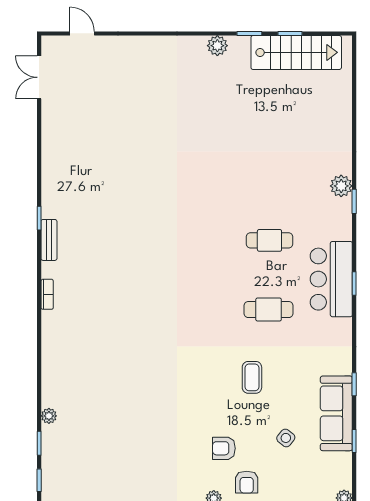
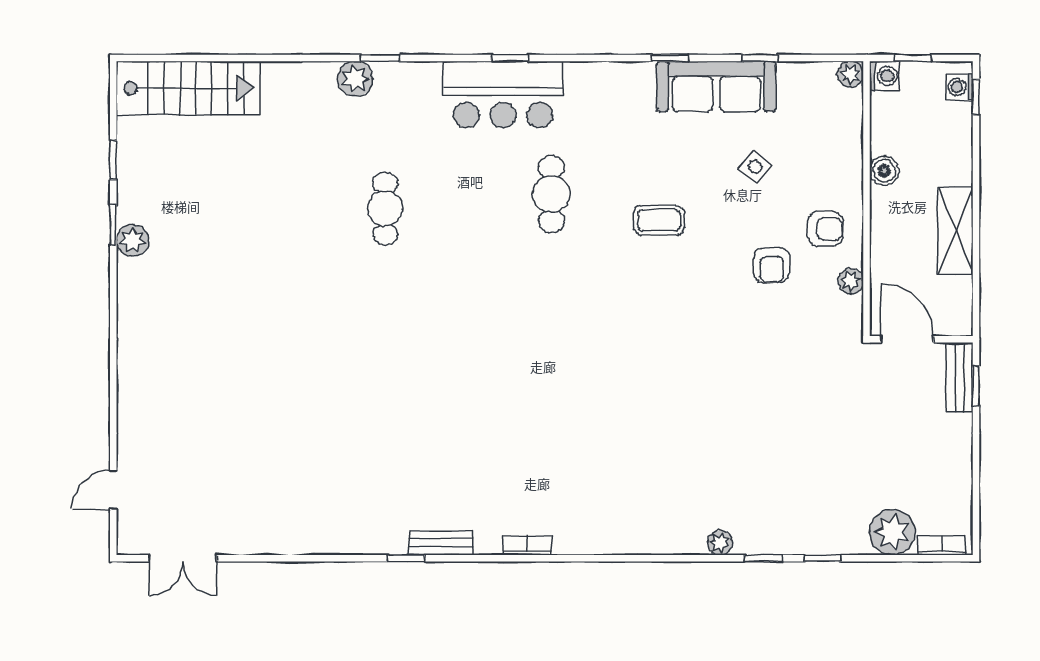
plant: (217, 46) -> (133, 240), moved
stairs: (296, 52) -> (188, 88), moved, turned 90
cafe table: (269, 240) -> (385, 209), moved

